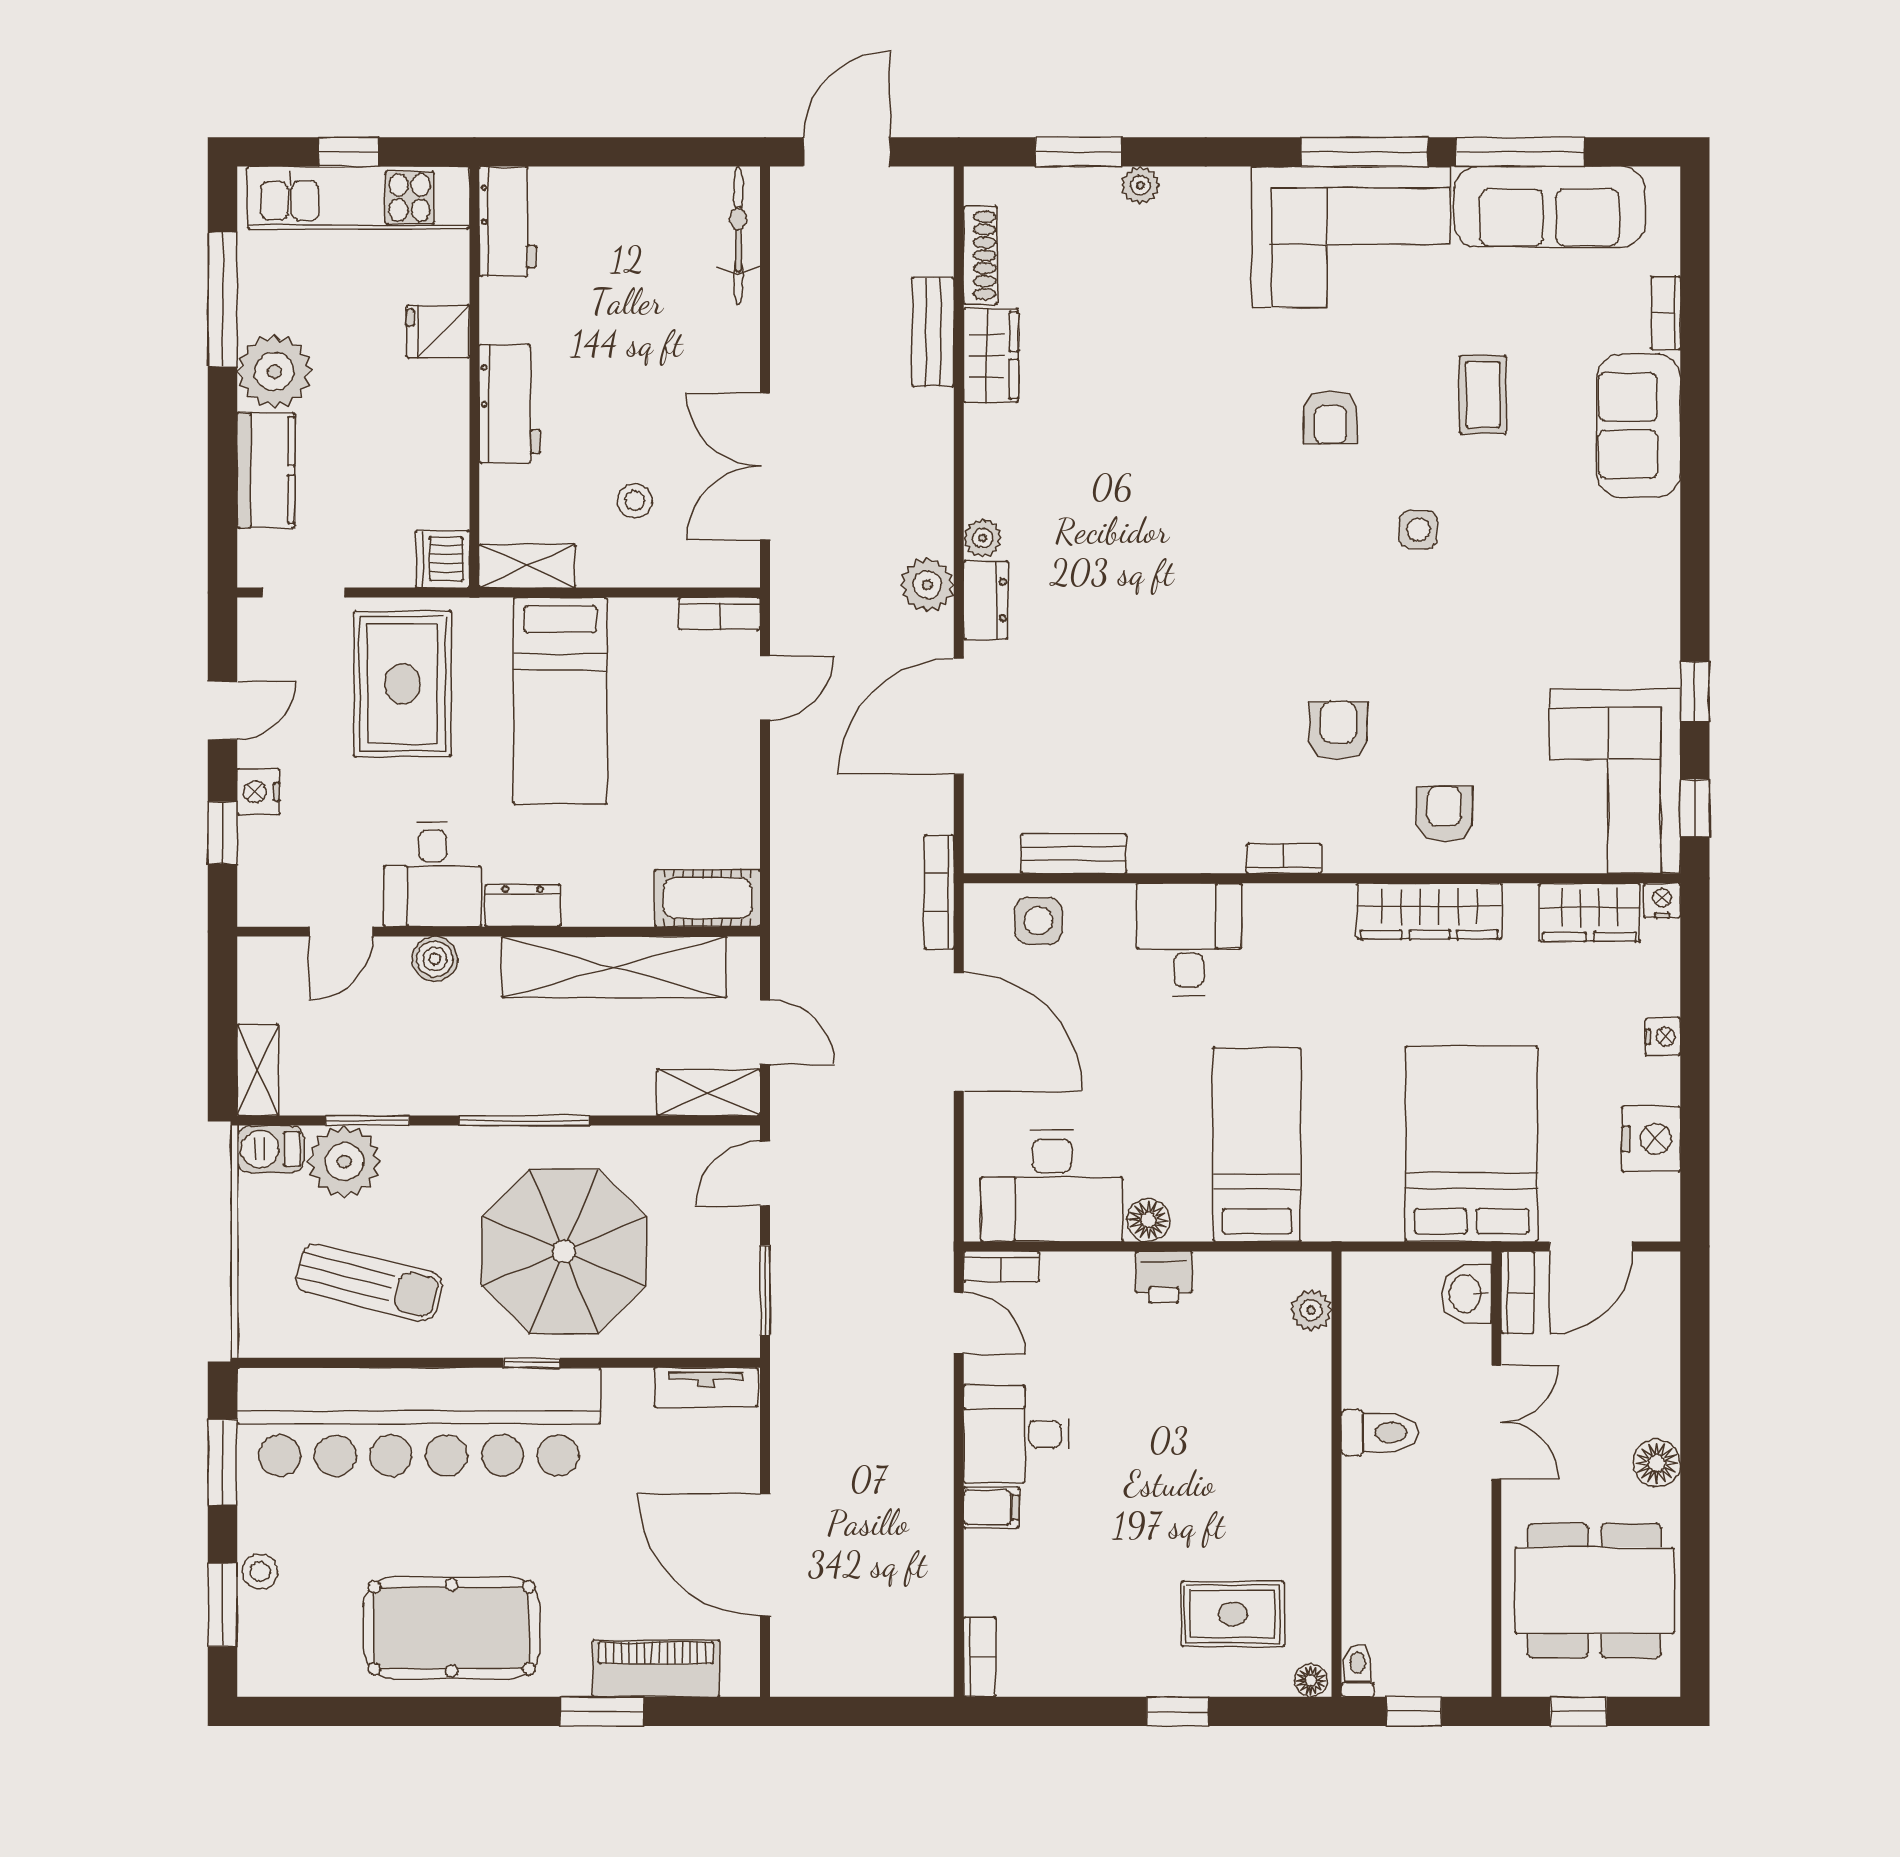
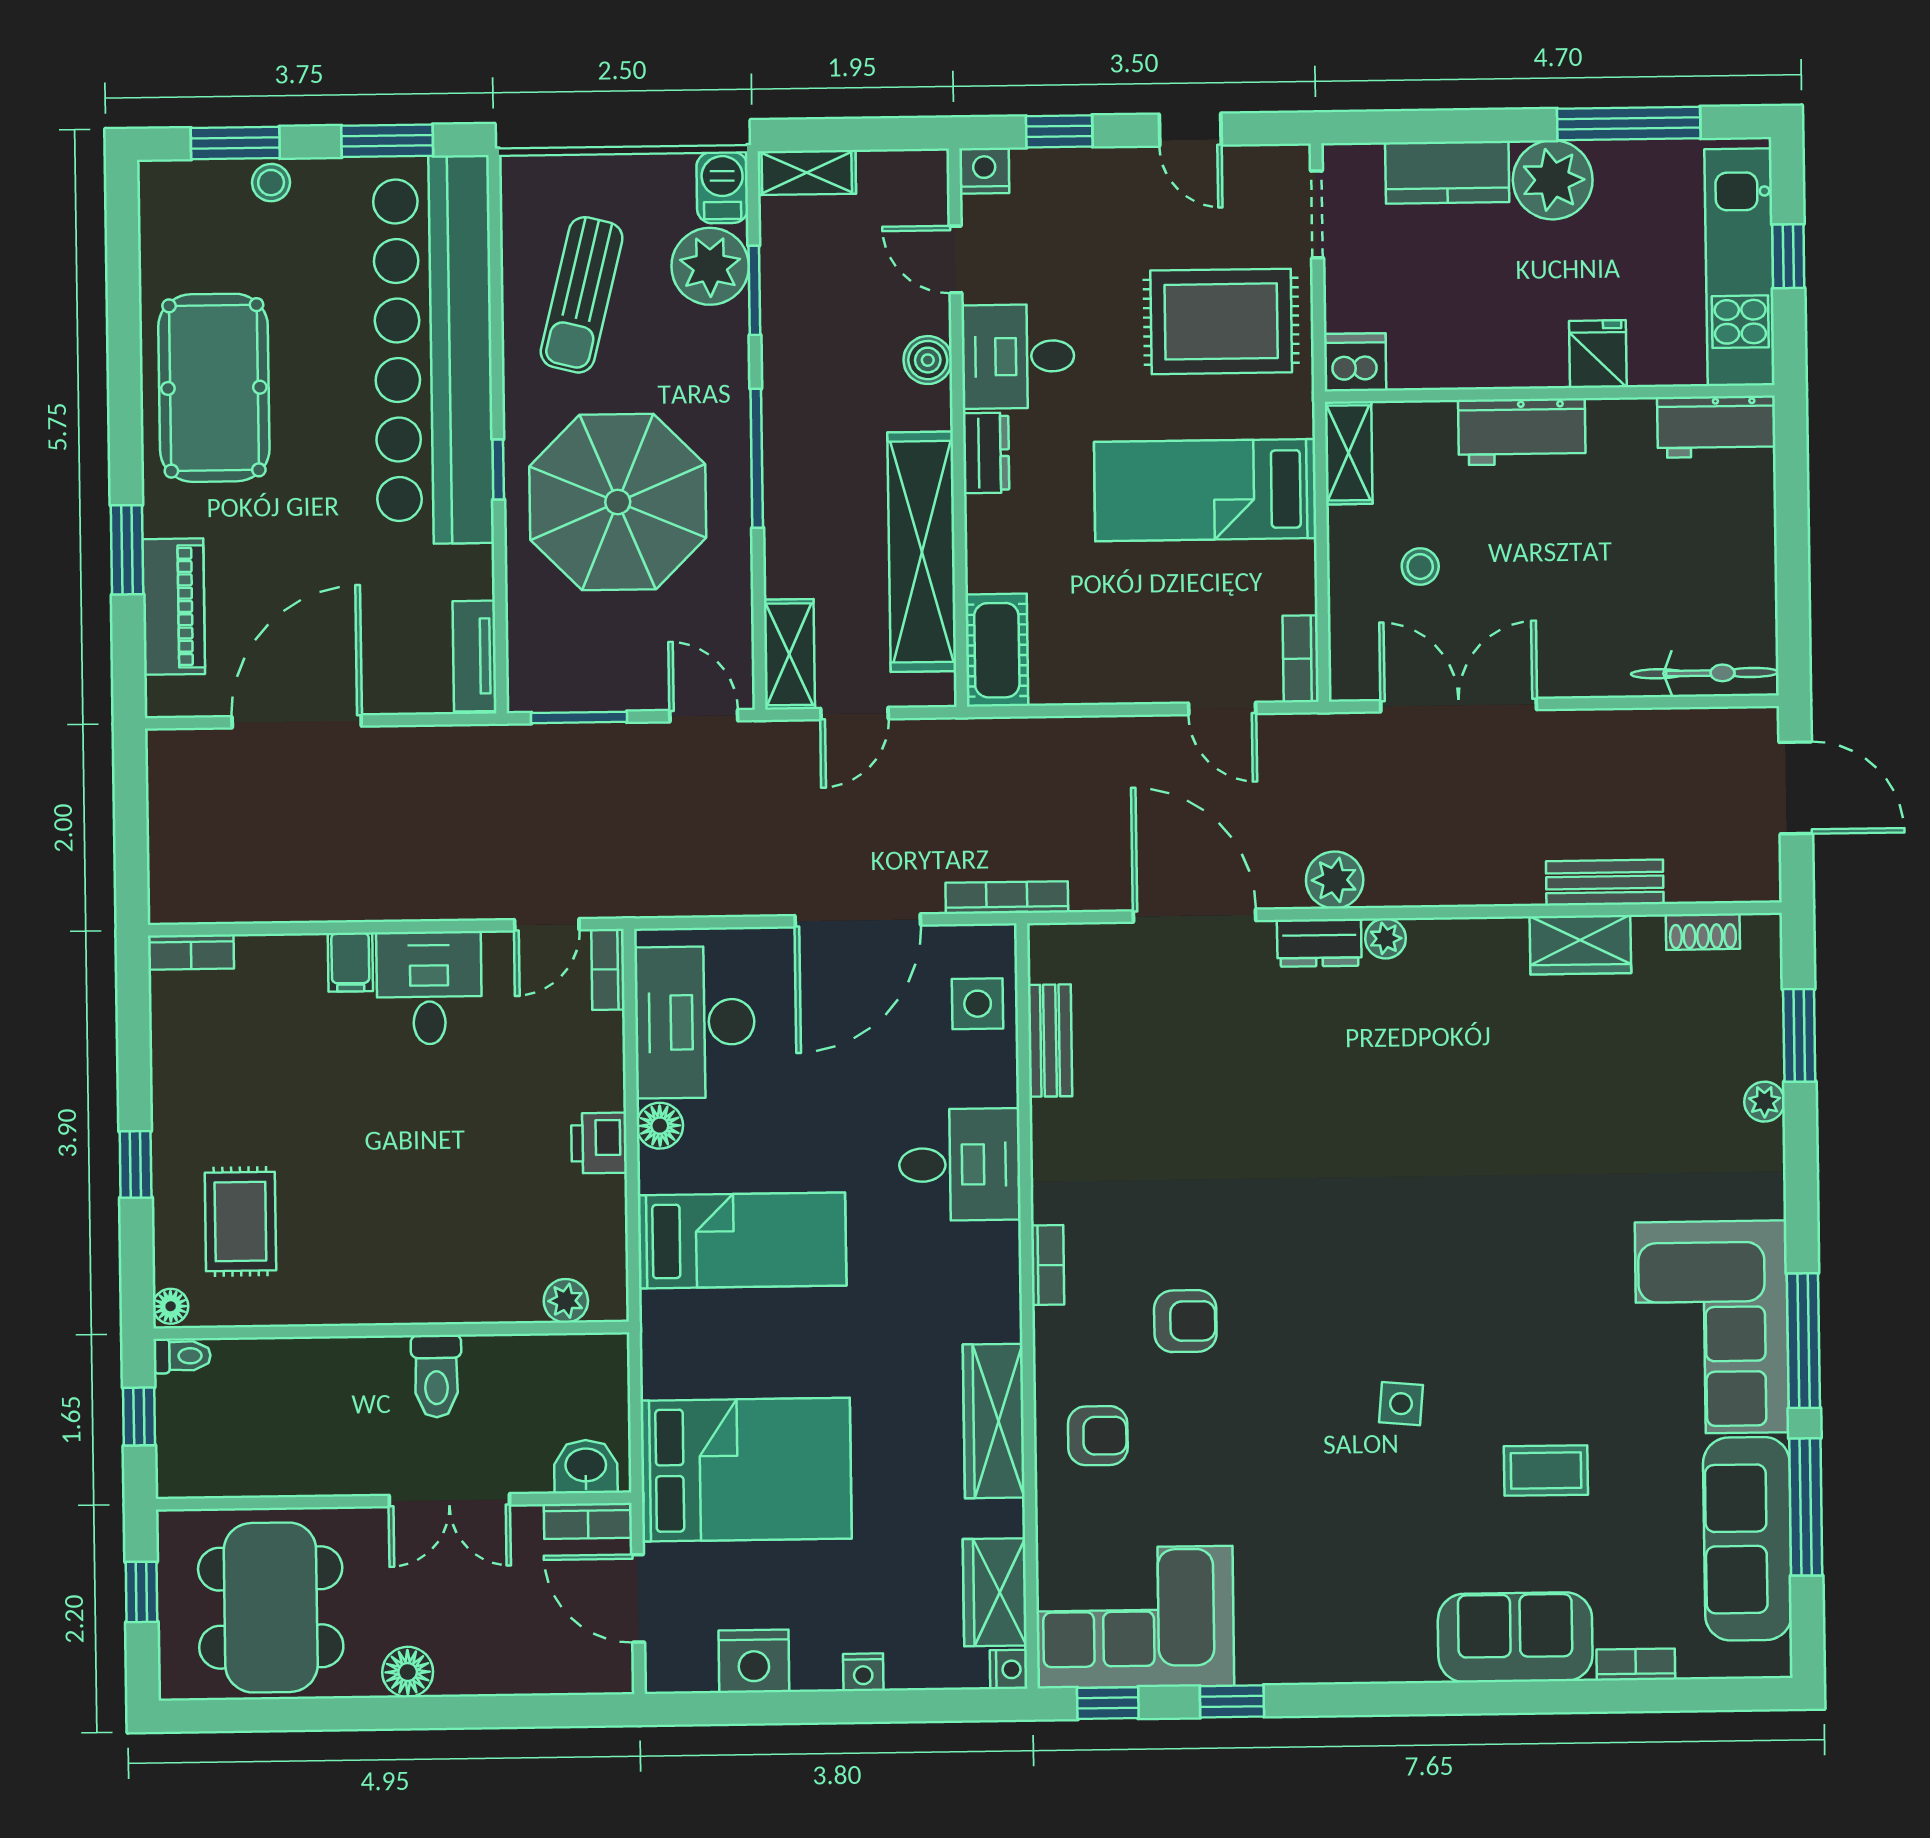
shoe rack: (980, 255) -> (1703, 932), width x0.70
armchair: (1330, 417) -> (1520, 1308), removed
nightstand: (258, 792) -> (984, 171), moved

